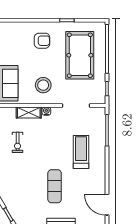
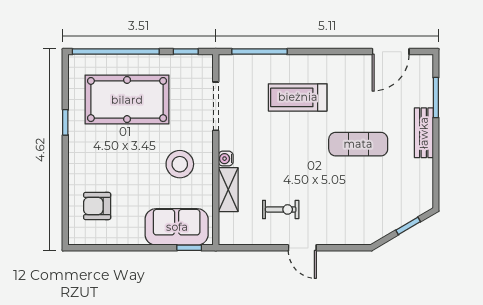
armchair: (42, 41) -> (97, 206), moved, turned -90

